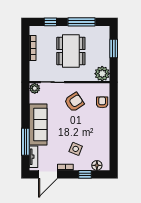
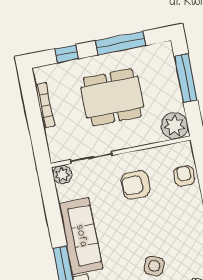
window: (114, 48) -> (186, 78), width x1.44
dining table: (71, 51) -> (112, 97), turned 90
armchair: (74, 102) -> (136, 185), turned -146

